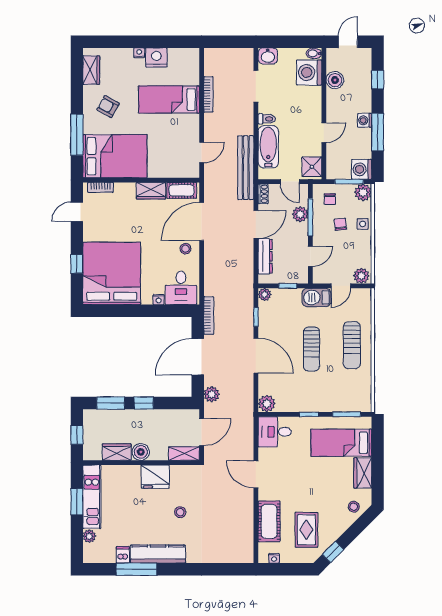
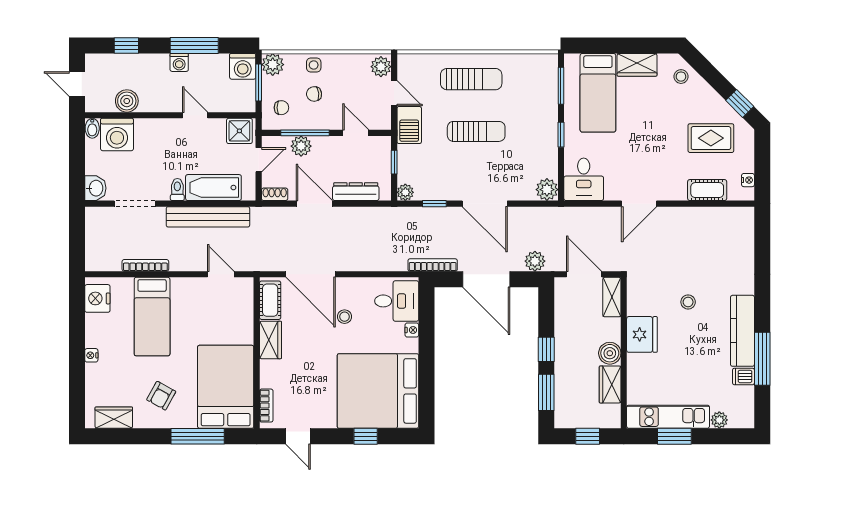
nightstand: (156, 57) -> (97, 298), moved
bench: (246, 168) -> (208, 217), moved
stool: (186, 249) -> (345, 317), moved
door: (256, 356) -> (485, 204), swing flipped
cot: (269, 521) -> (707, 190), width x0.73, depth x0.75

